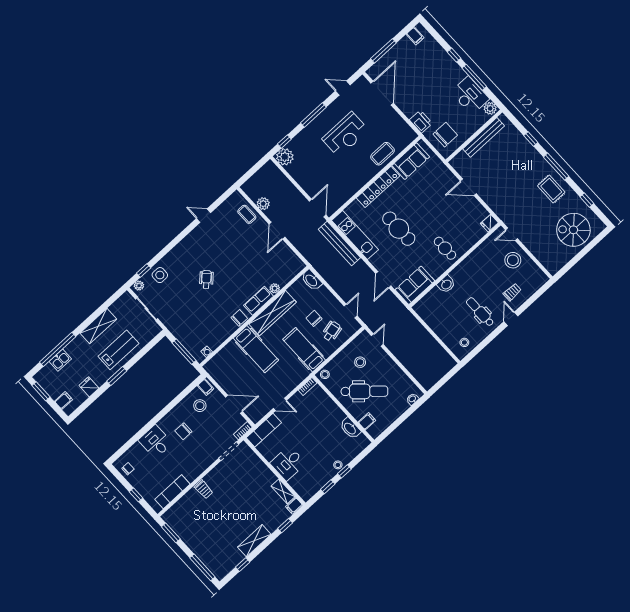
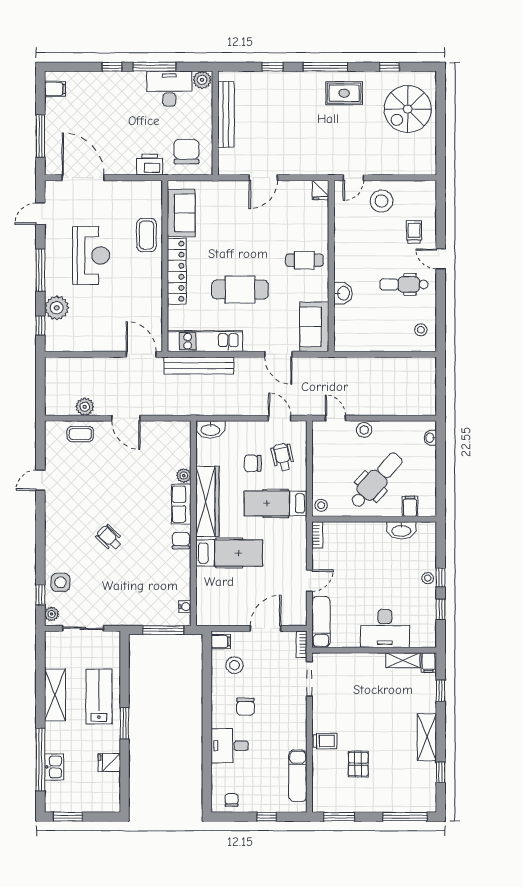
plant: (285, 157) -> (57, 308), moved
stool: (360, 362) -> (364, 430), moved
filing cabinet: (63, 400) -> (99, 802), removed
desk: (288, 463) -> (385, 628), width x1.37
pallet: (207, 518) -> (358, 764), added

